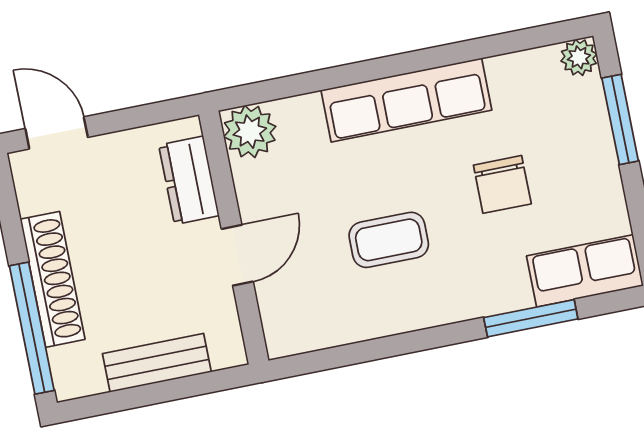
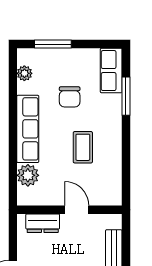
plant: (579, 57) -> (24, 73), moved
plant: (250, 132) -> (28, 175), moved
chair: (502, 184) -> (70, 97), turned 90

